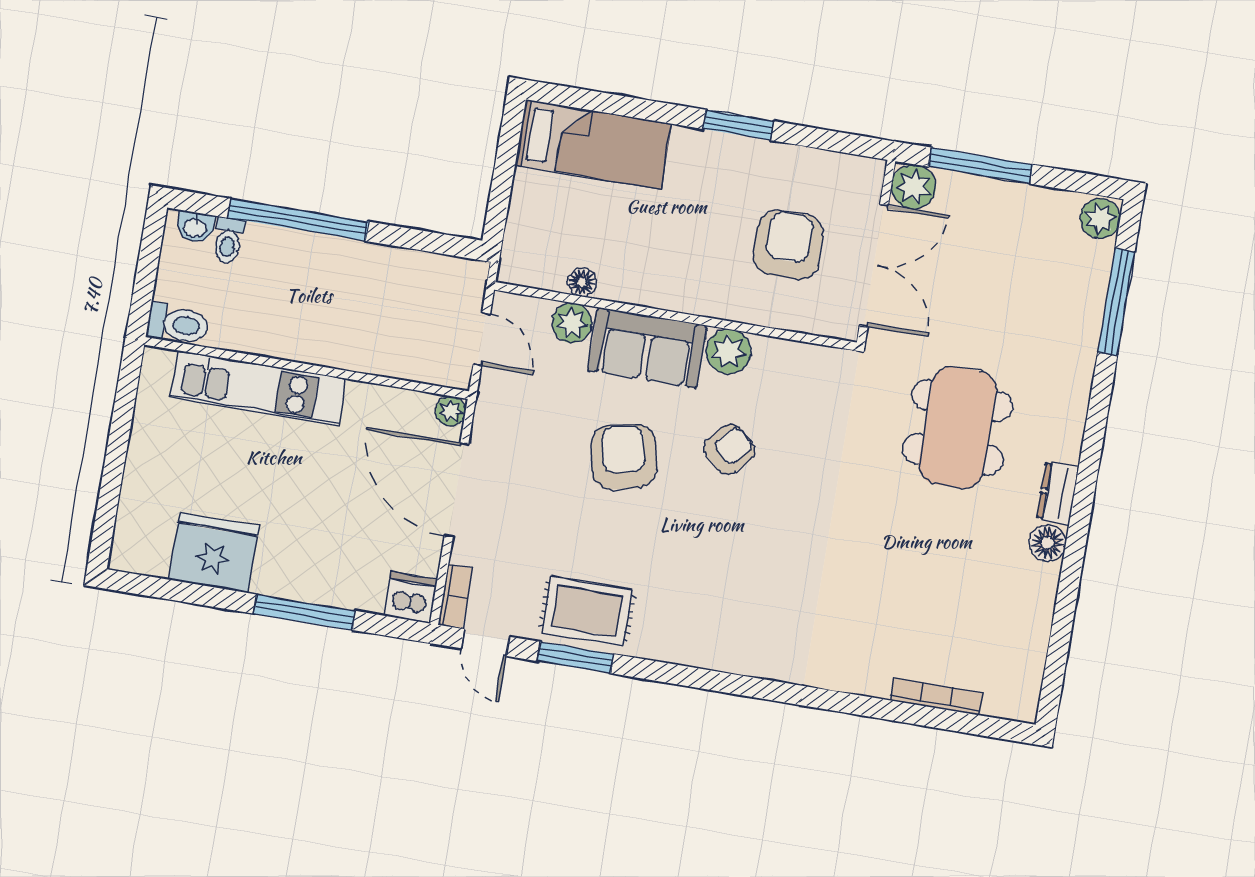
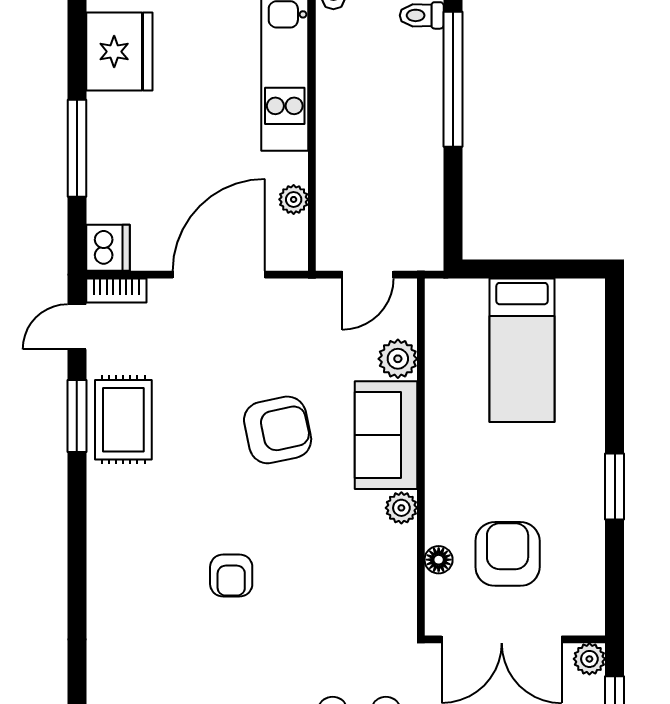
bed: (593, 144) -> (522, 350), moved
plant: (913, 187) -> (589, 659), width x0.73, depth x0.73
armchair: (788, 245) -> (508, 554), turned -90
floor lamp: (582, 282) -> (439, 560), moved
plant: (728, 352) -> (401, 508), width x0.73, depth x0.73
plant: (451, 411) -> (294, 199), moved
armchair: (729, 449) -> (231, 576), moved, turned 49

